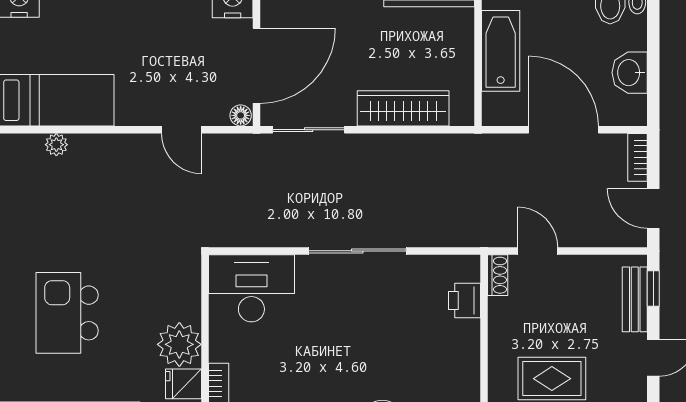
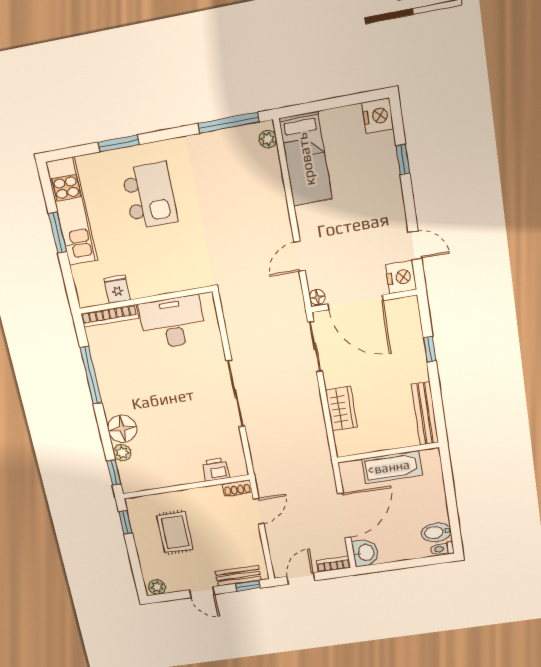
washbasin: (630, 73) -> (365, 553), moved, turned 90
wardrobe: (403, 108) -> (341, 409), width x0.67
plant: (56, 145) -> (268, 139), moved
desk: (251, 288) -> (173, 322), moved, turned -90
kitchen island: (67, 313) -> (150, 196), turned 90
plant: (179, 344) -> (144, 281), removed

